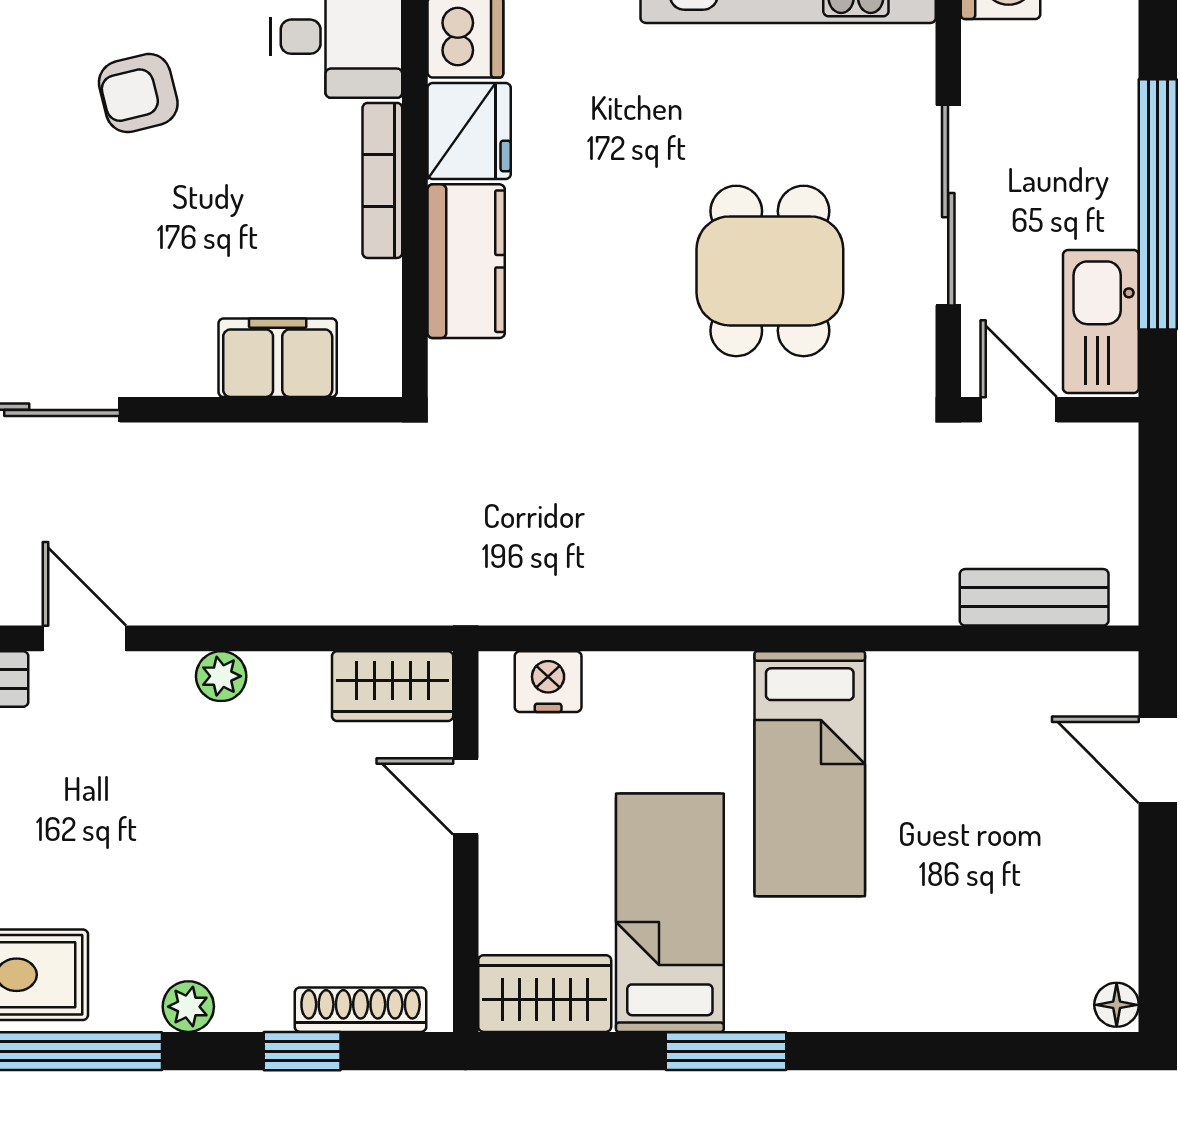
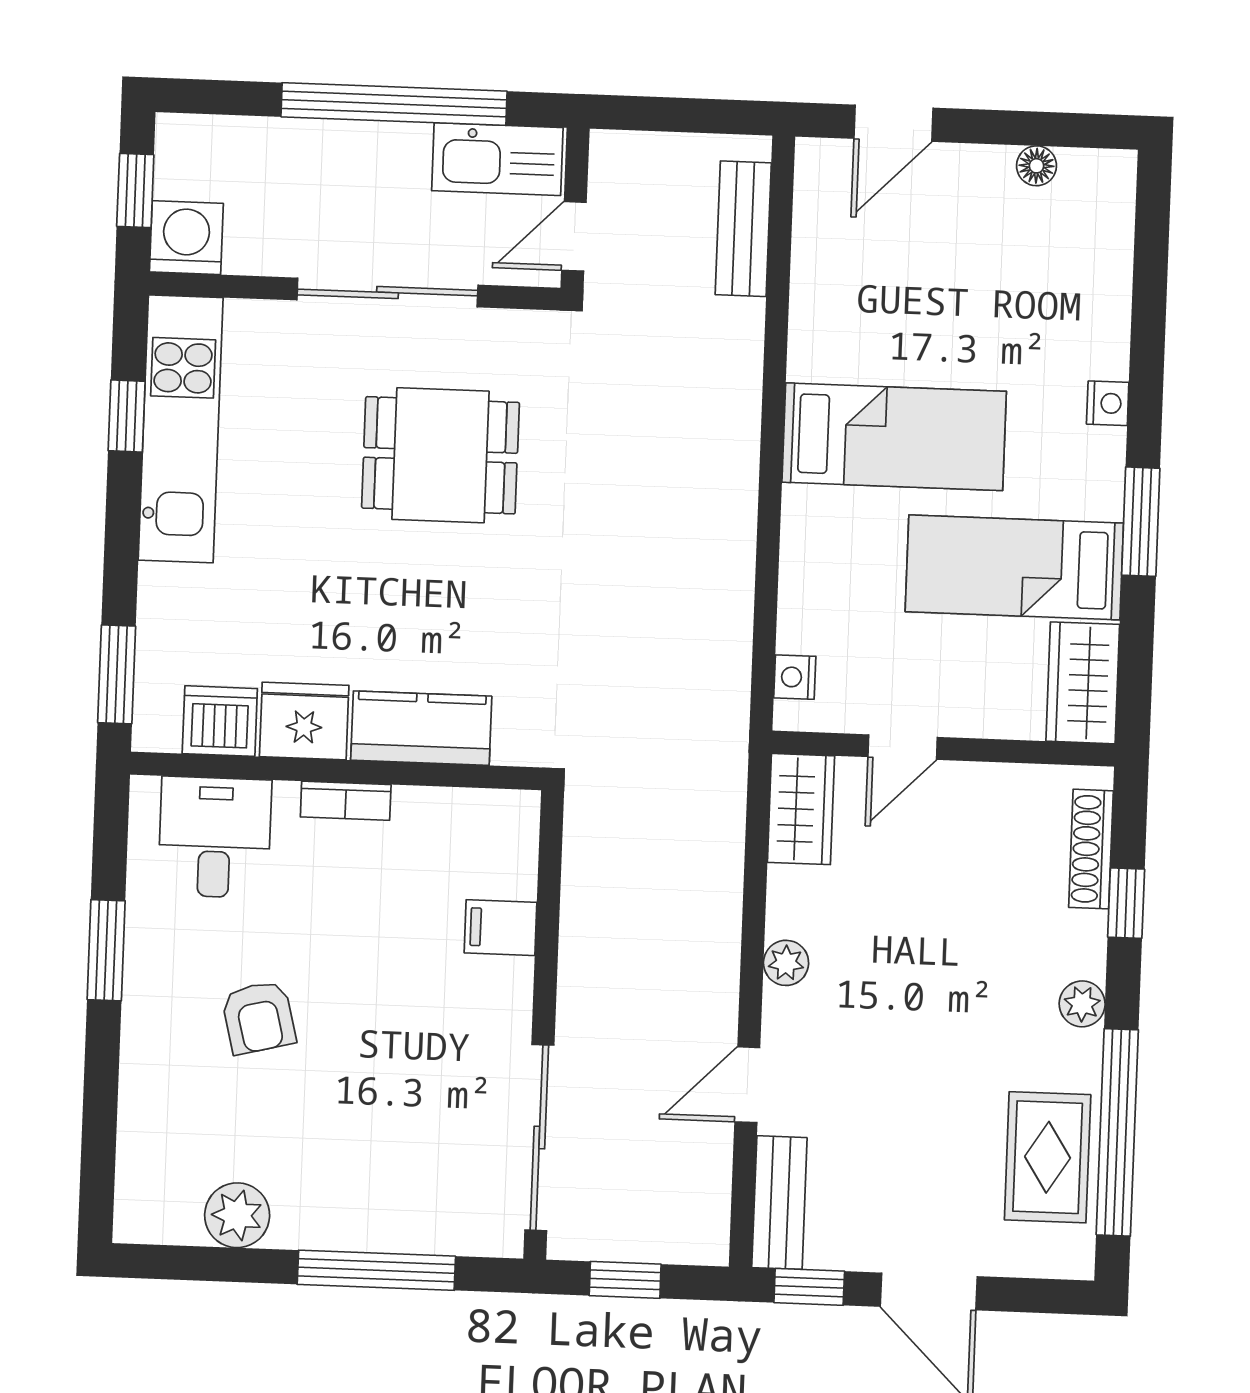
bookcase: (382, 180) -> (346, 801), width x0.64
filing cabinet: (278, 358) -> (500, 928), width x0.50
nightstand: (548, 682) -> (795, 677), width x0.72, depth x0.74
floor lamp: (1117, 1005) -> (1037, 166), moved
nightstand: (856, 1009) -> (1108, 403), added

